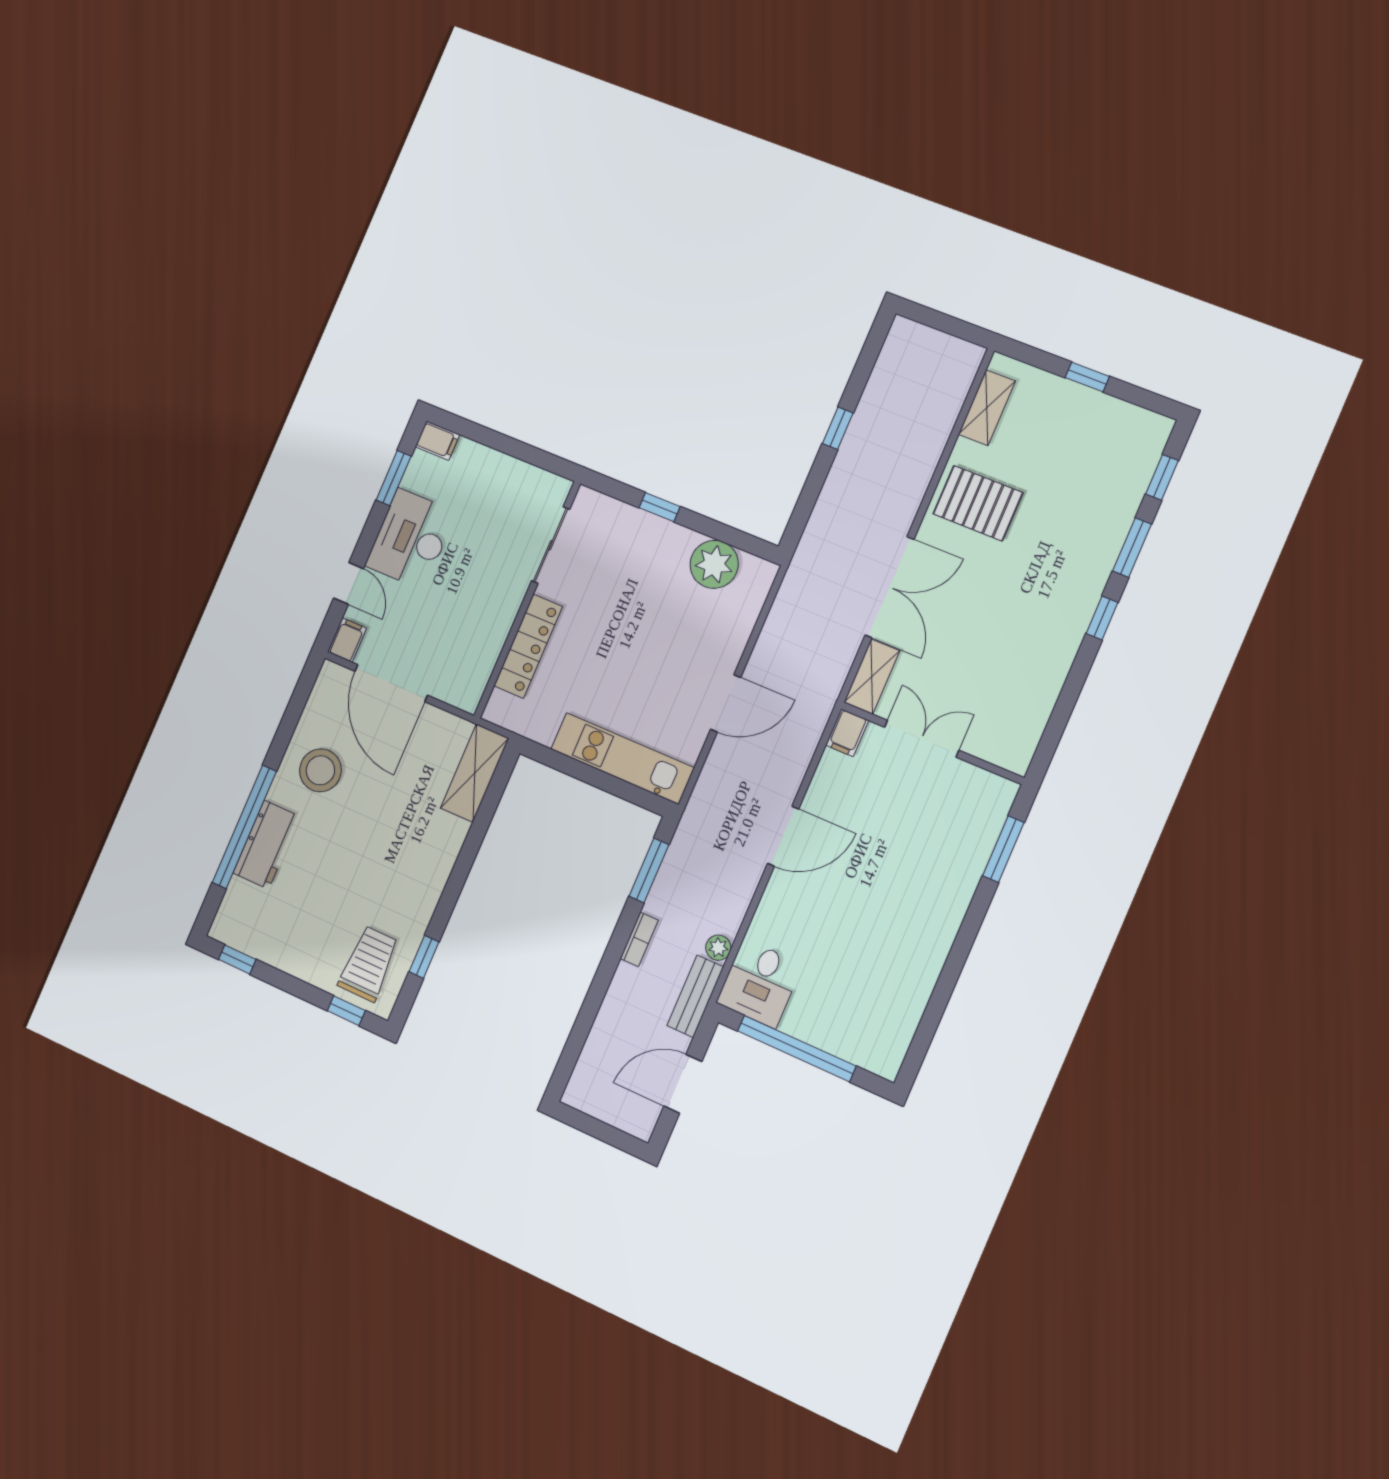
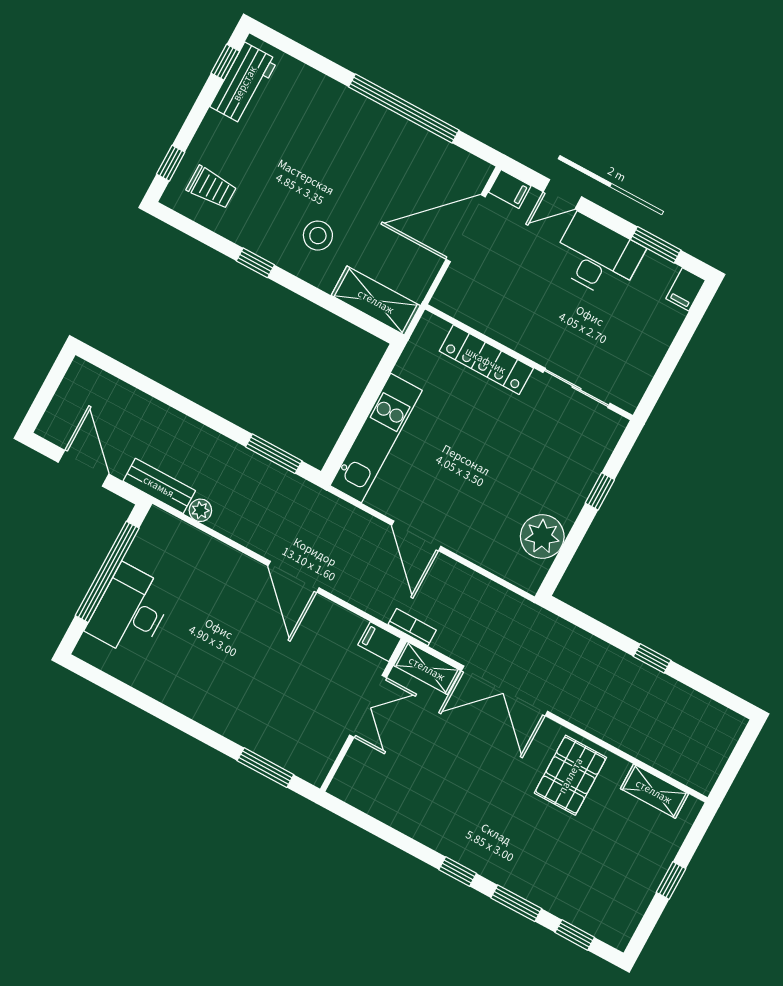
stool: (320, 770) -> (318, 236), moved, width x0.73, depth x0.73
window: (244, 827) -> (404, 108), moved
workbench: (266, 845) -> (244, 83), moved, turned -90
bookcase: (639, 939) -> (412, 627), moved, turned 180
window: (424, 957) -> (255, 263), moved
trolley: (369, 964) -> (212, 188), width x0.73, depth x0.72
desk: (760, 983) -> (130, 611), moved, width x1.37

